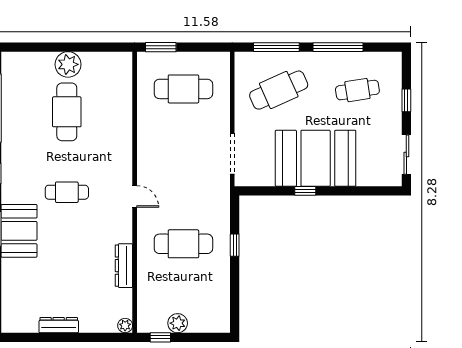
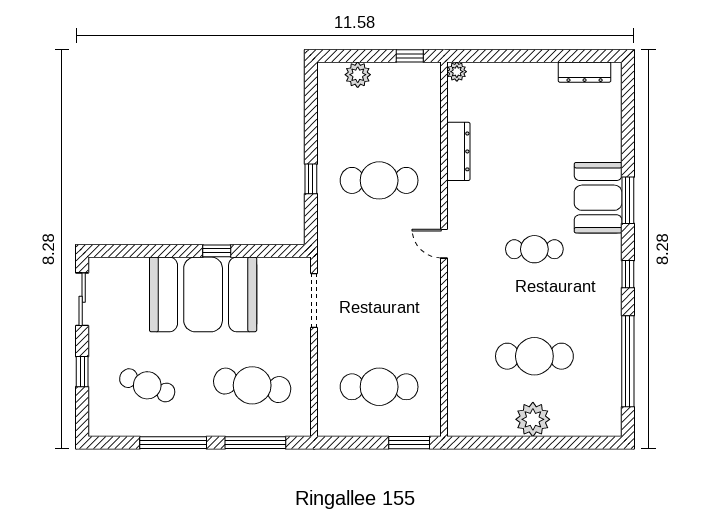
cafe table: (279, 90) -> (252, 385), turned 33
cafe table: (357, 90) -> (147, 385), turned 30
cafe table: (67, 112) -> (534, 356), turned 90
plant: (178, 323) -> (358, 75), moved
dresser: (59, 325) -> (585, 72), moved

